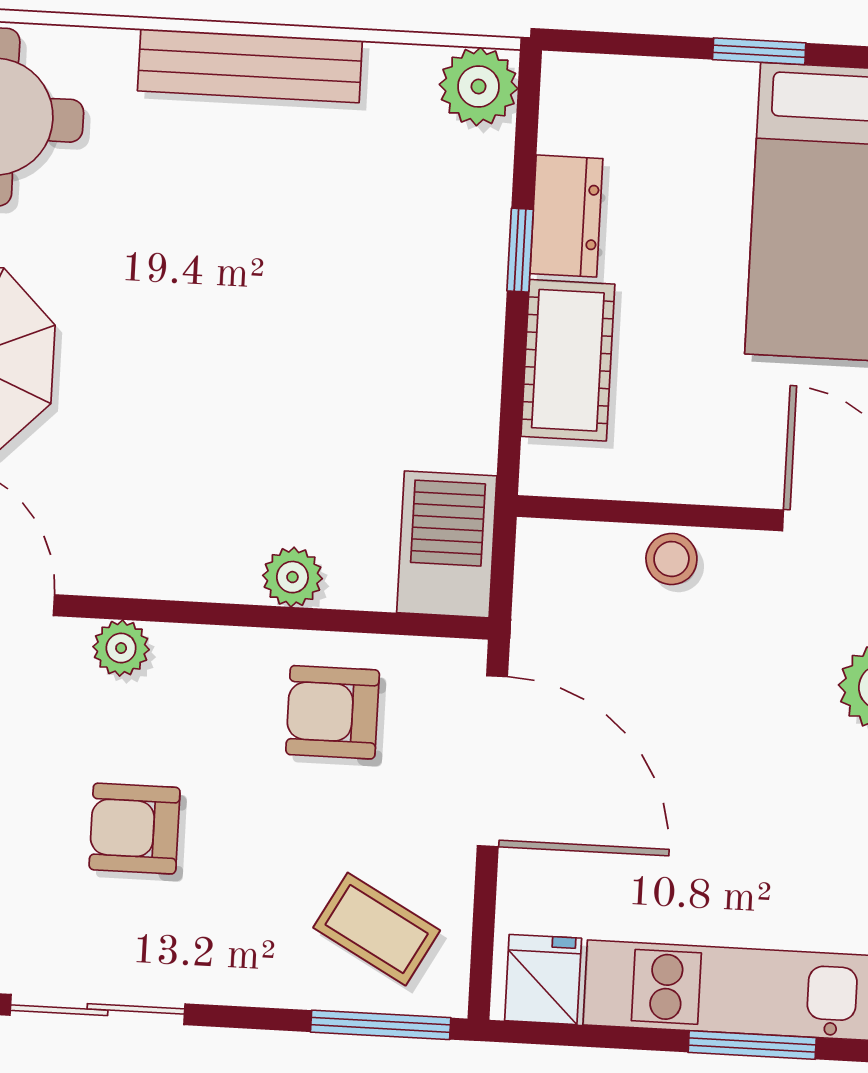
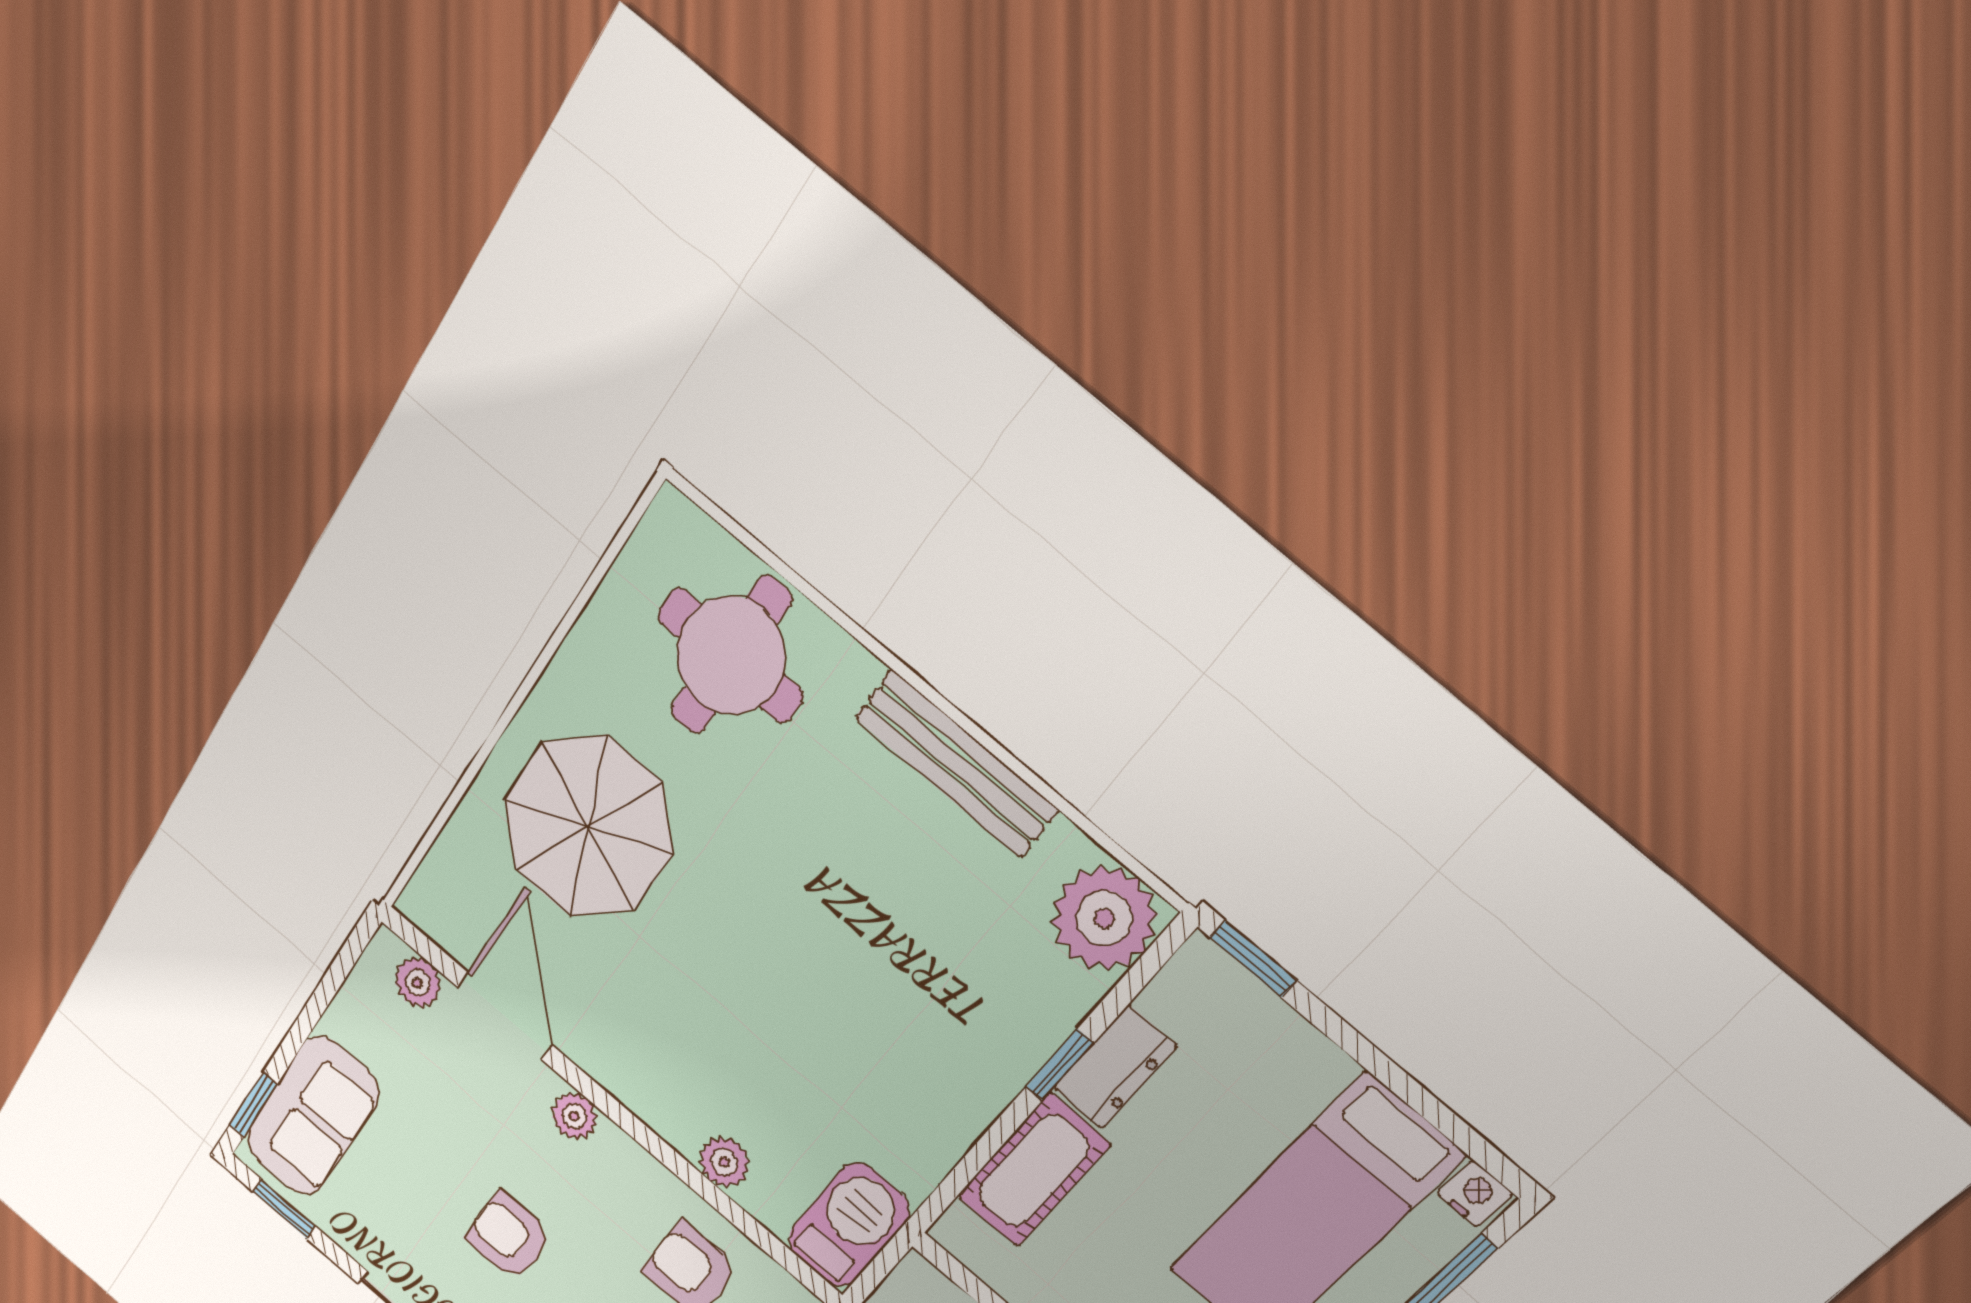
window: (759, 51) -> (1253, 959), moved
plant: (479, 86) -> (1104, 918), width x1.36, depth x1.36

